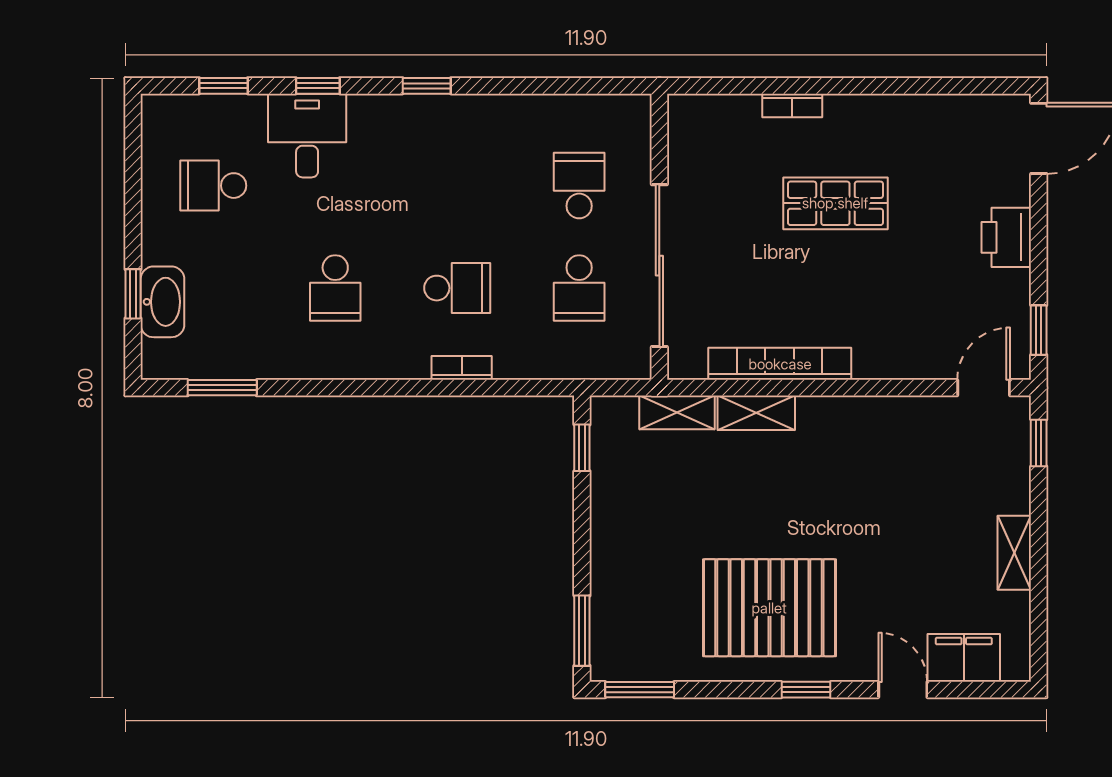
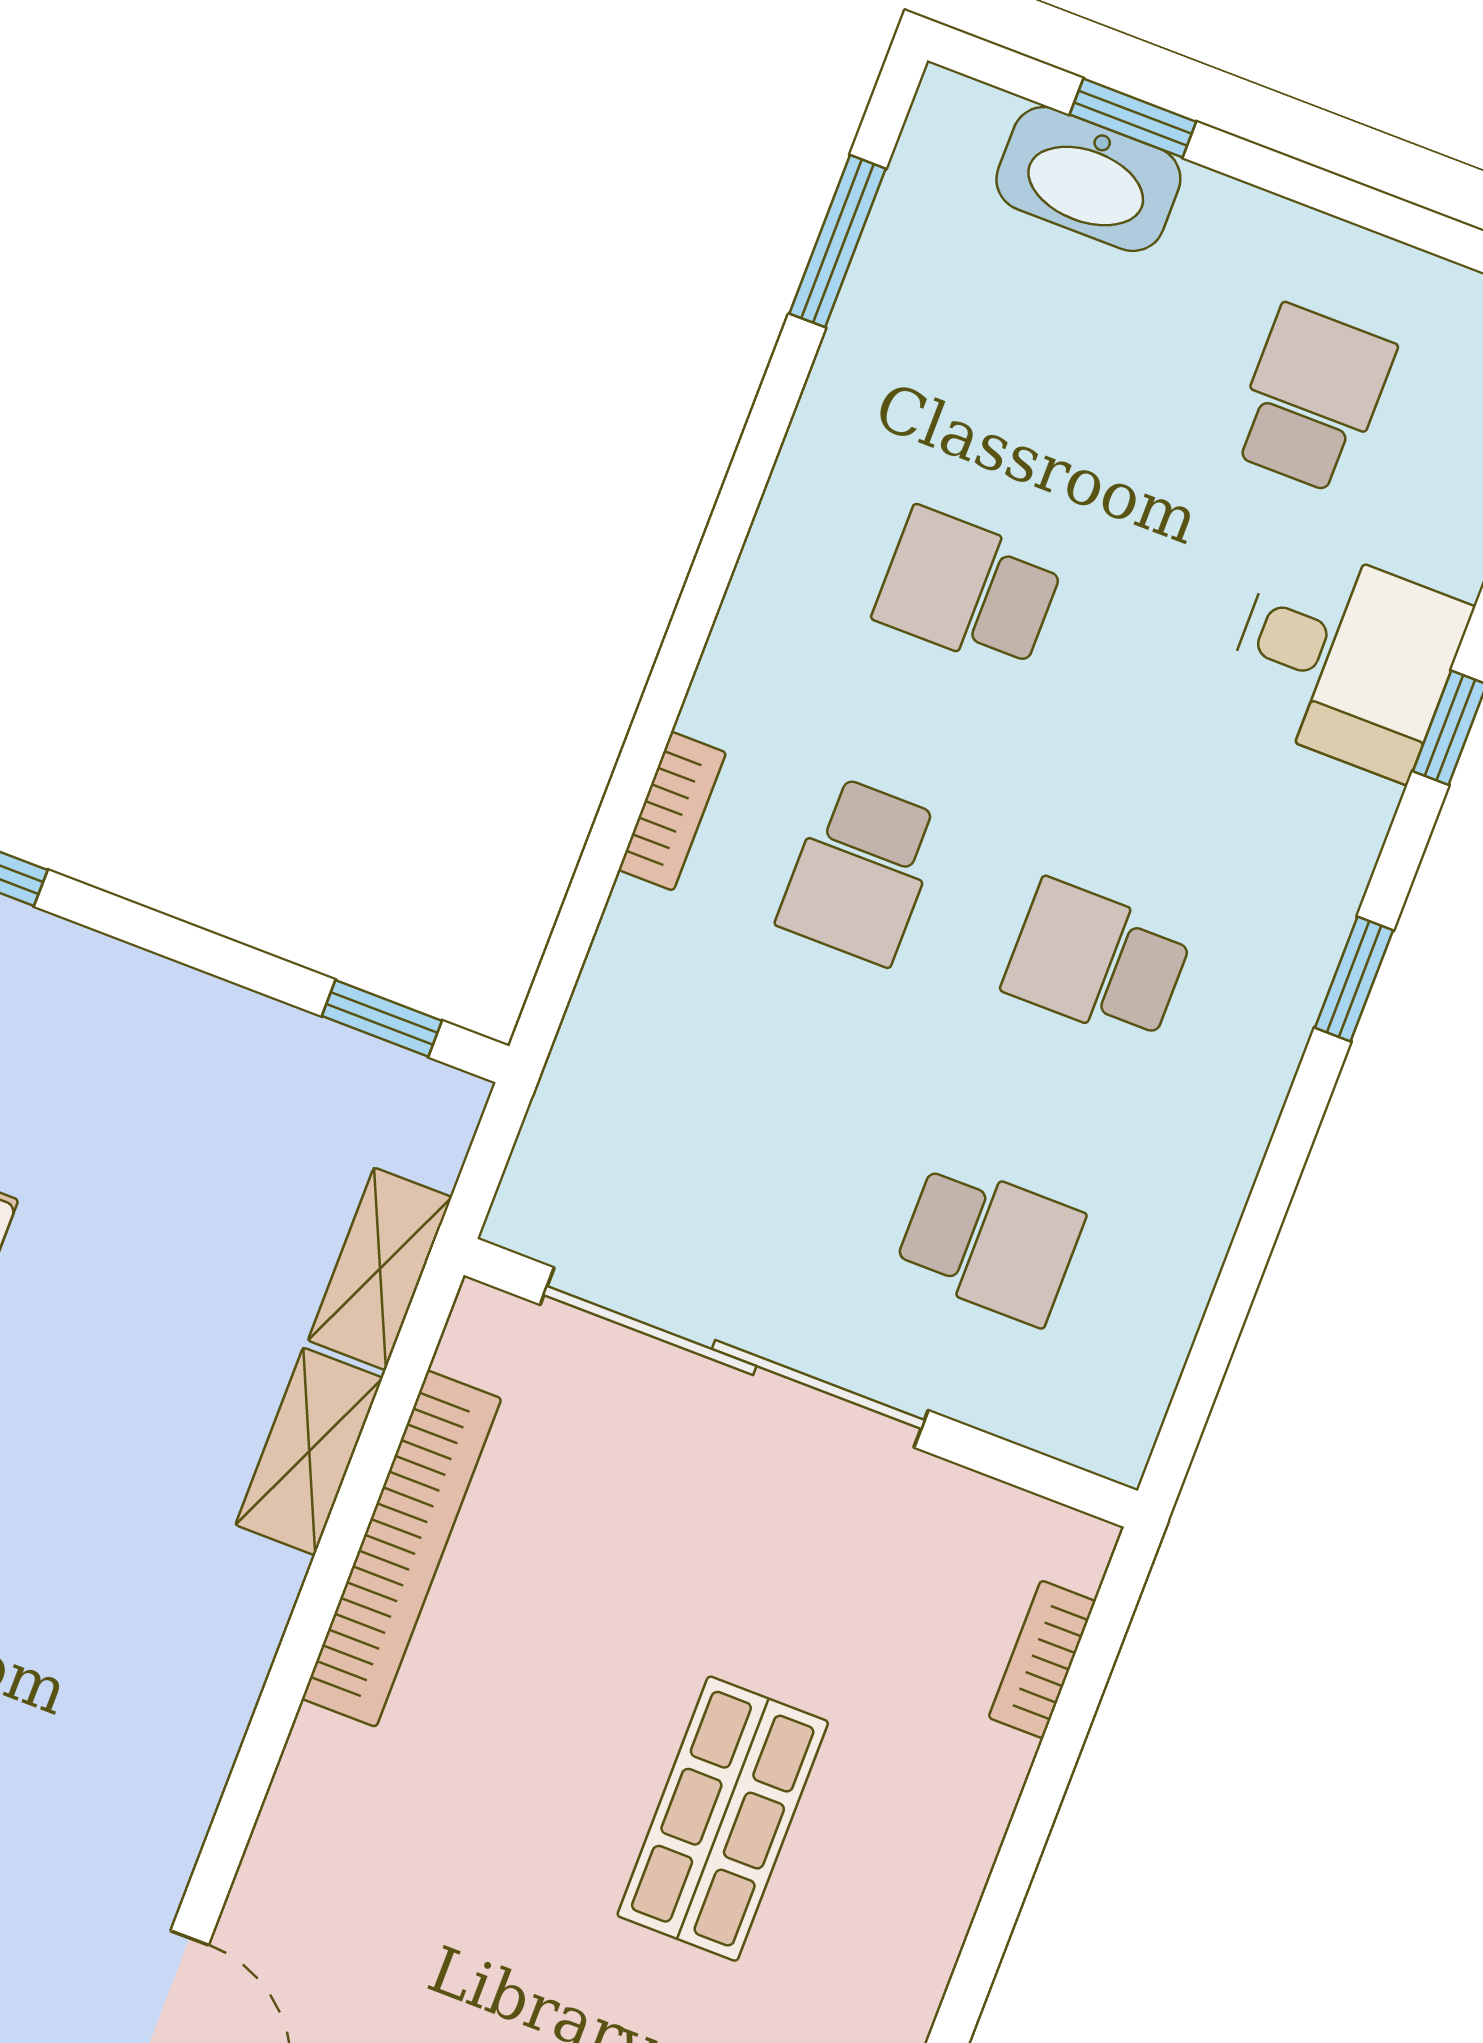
bookcase: (792, 106) -> (1042, 1659), moved
school desk: (579, 288) -> (1097, 961), moved

